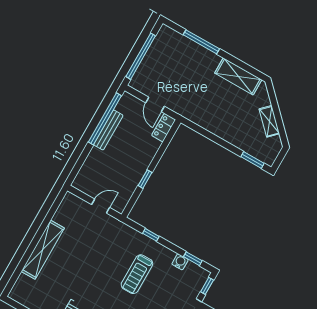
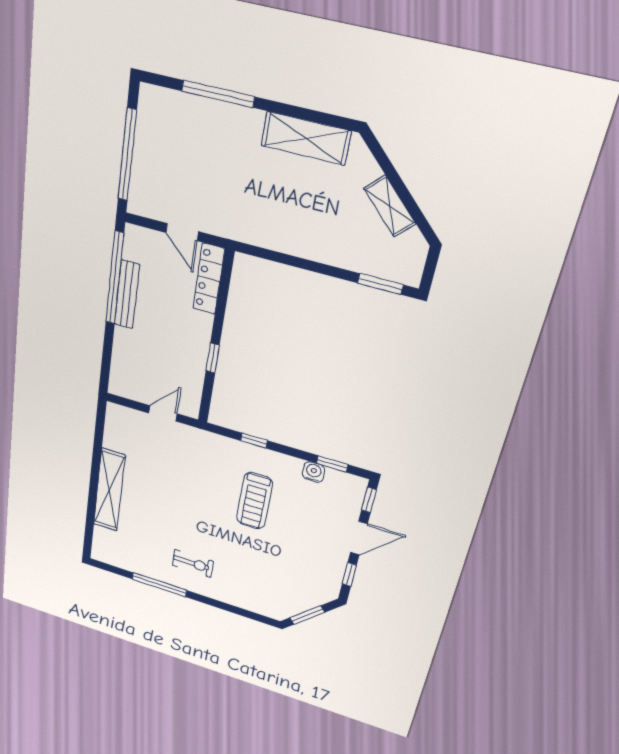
locker: (164, 128) -> (209, 279), width x1.53

